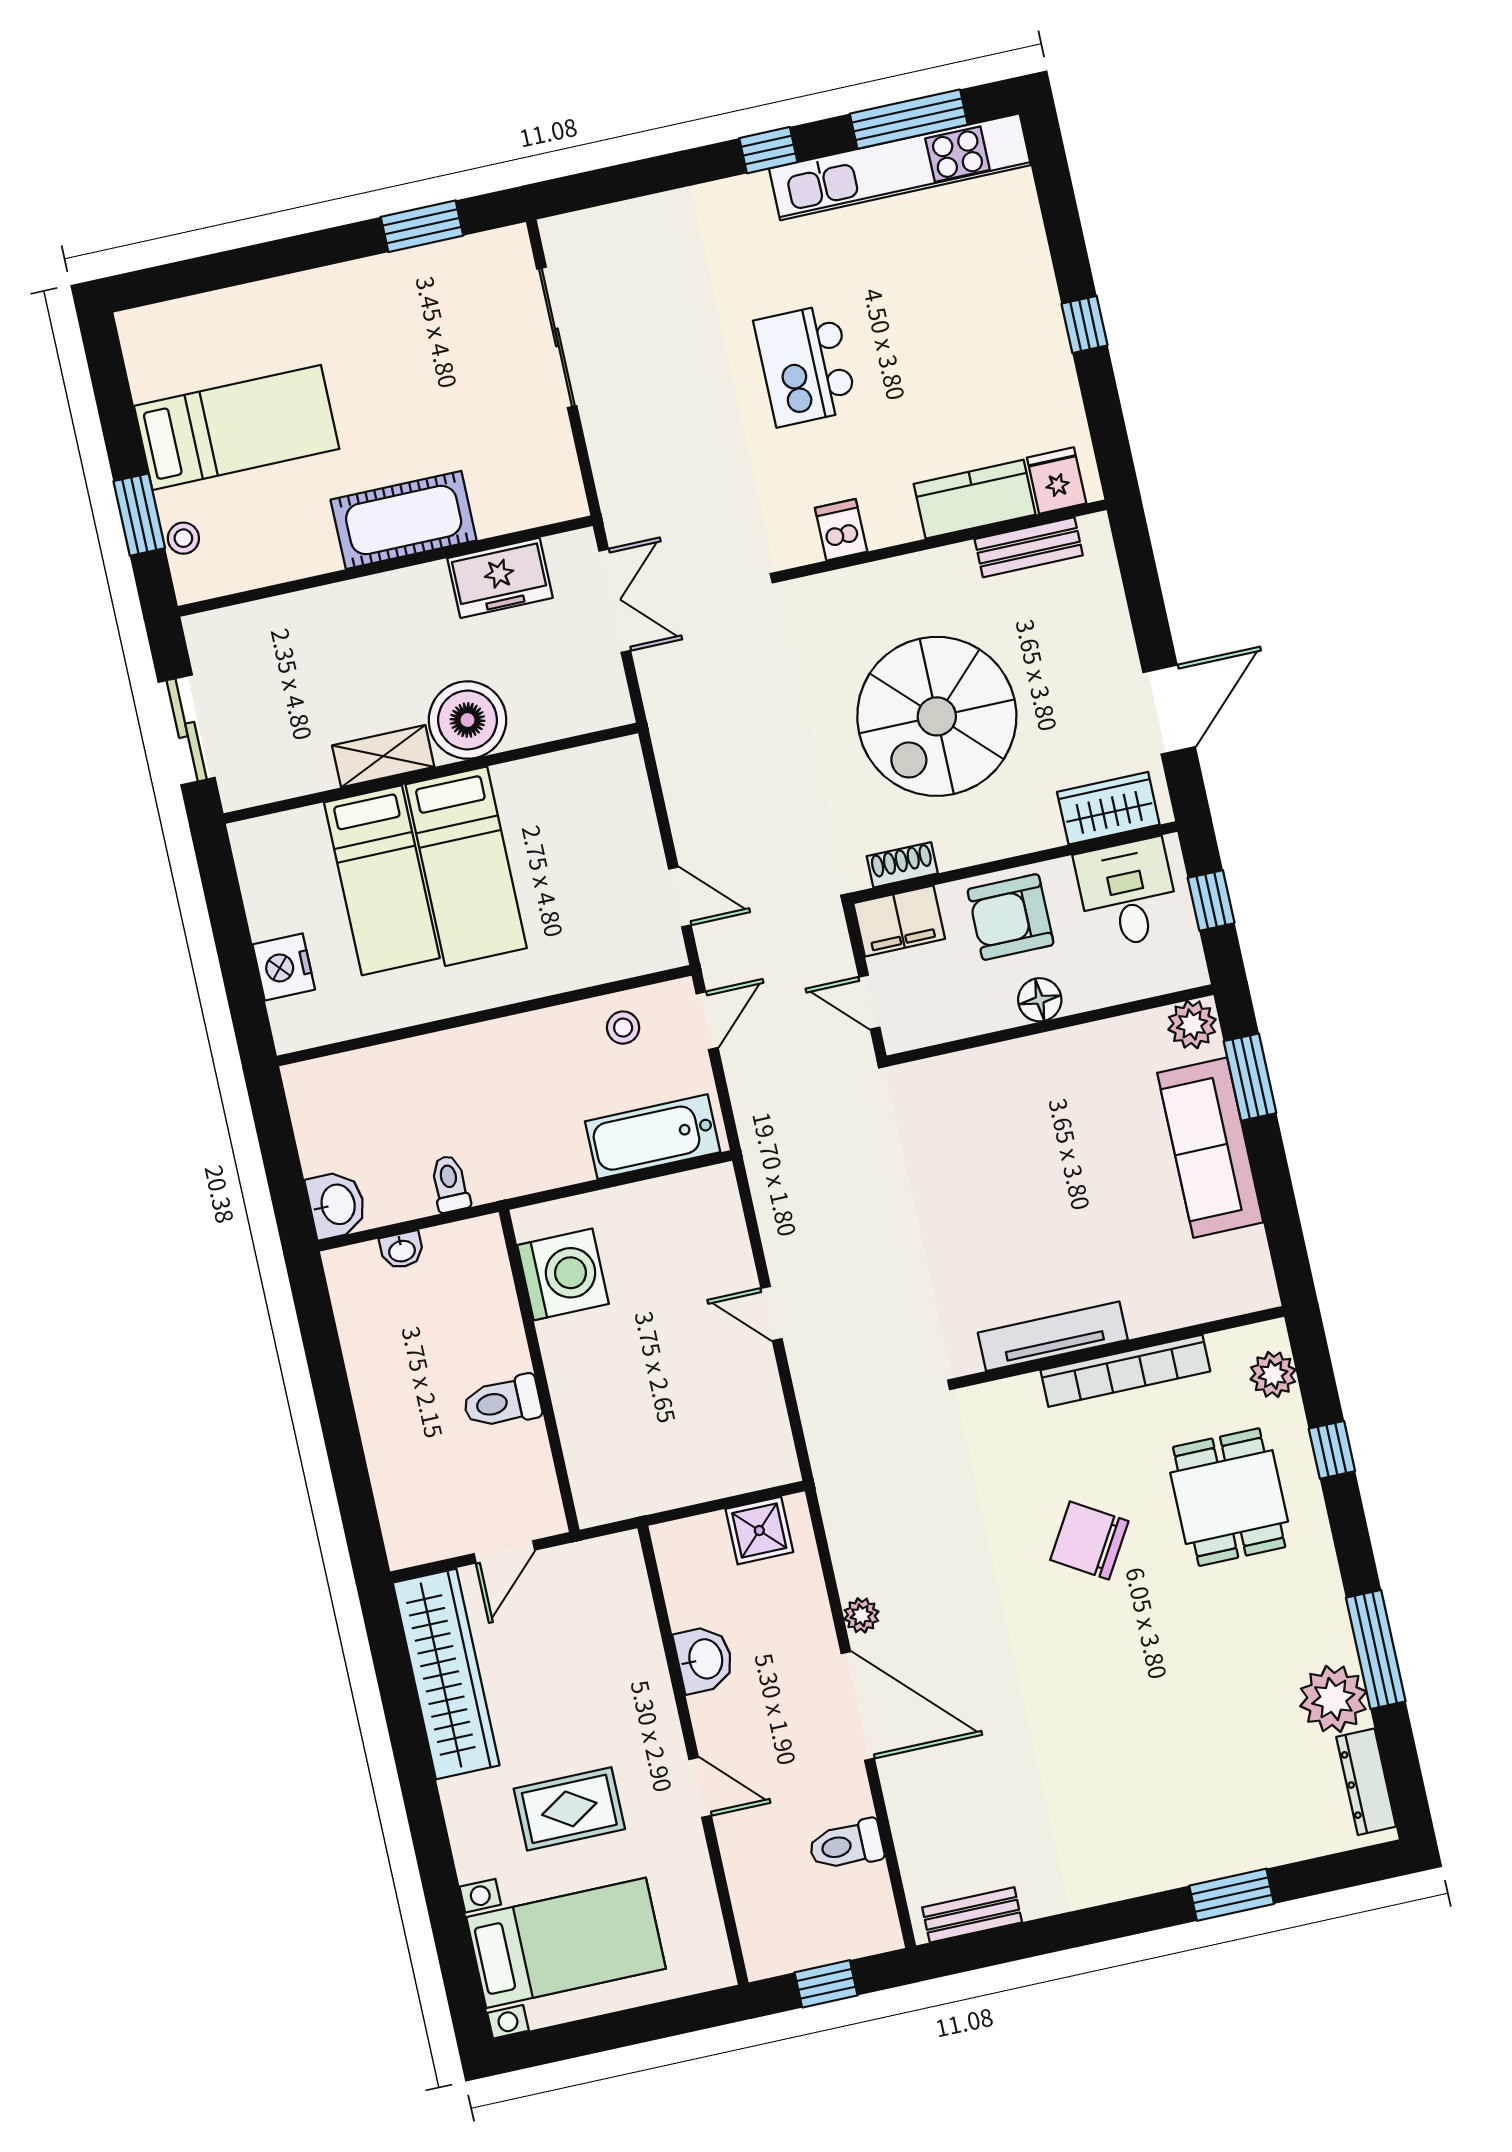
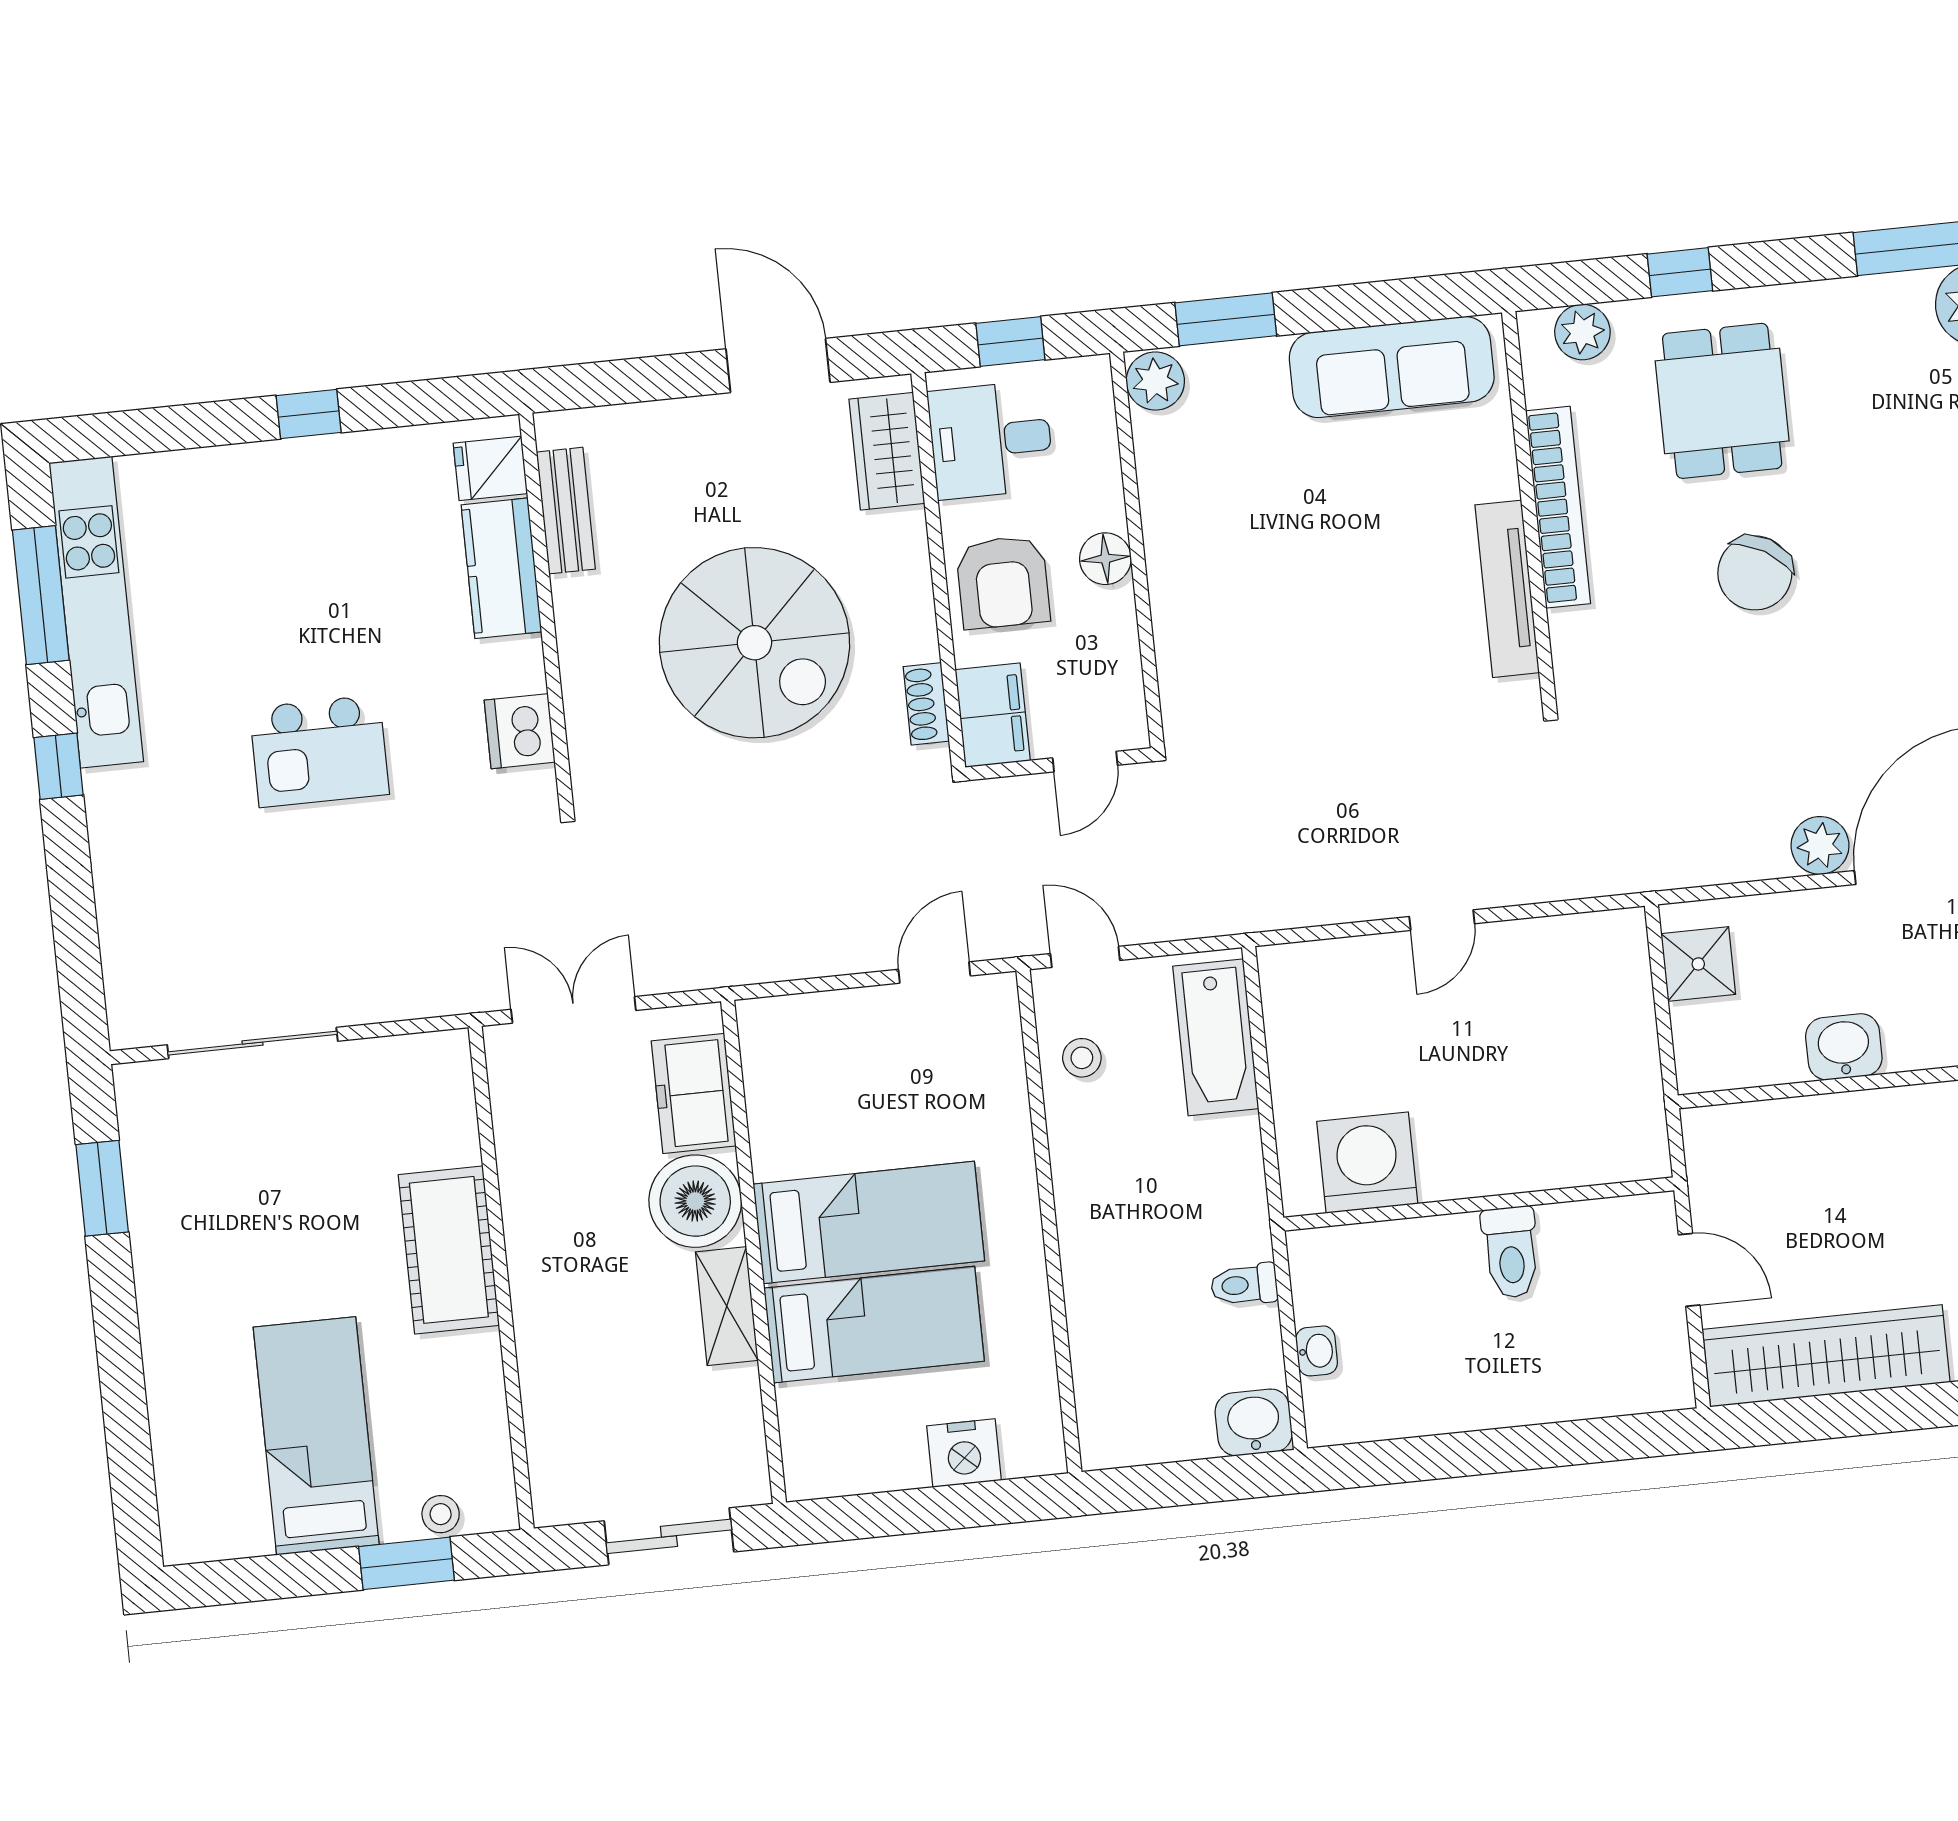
dishwasher: (841, 530) -> (520, 731), width x1.38
freezer: (500, 578) -> (694, 1093), moved, turned 180
sofa: (1210, 1148) -> (1392, 367), moved
dining table: (1229, 1497) -> (1722, 401), turned 90
plant: (861, 1615) -> (1820, 845), width x1.38, depth x1.38

